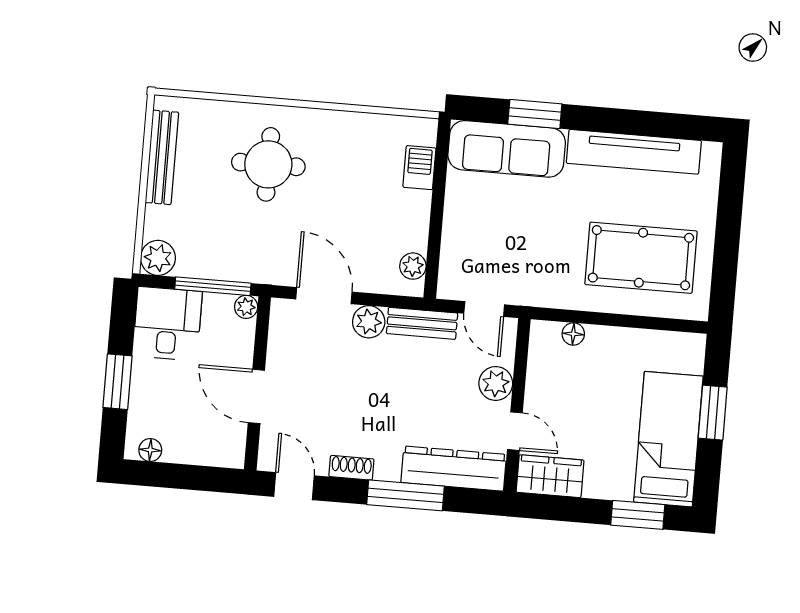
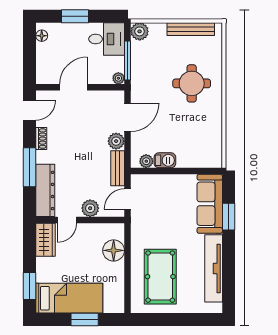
barbecue: (419, 168) -> (165, 160), moved
floor lamp: (573, 334) -> (114, 250), width x1.89, depth x1.89

